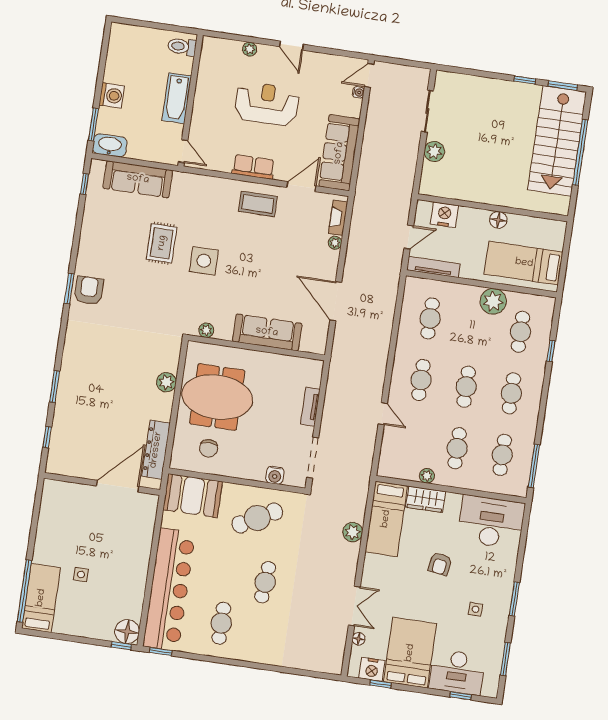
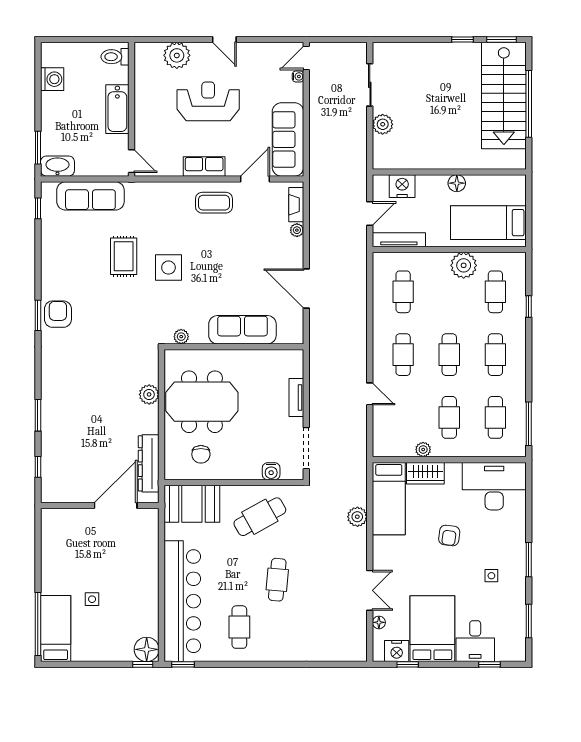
plant: (250, 49) -> (177, 55), width x1.88, depth x1.88
washing machine: (112, 95) -> (52, 79), moved
desk: (457, 672) -> (475, 641), width x0.73

